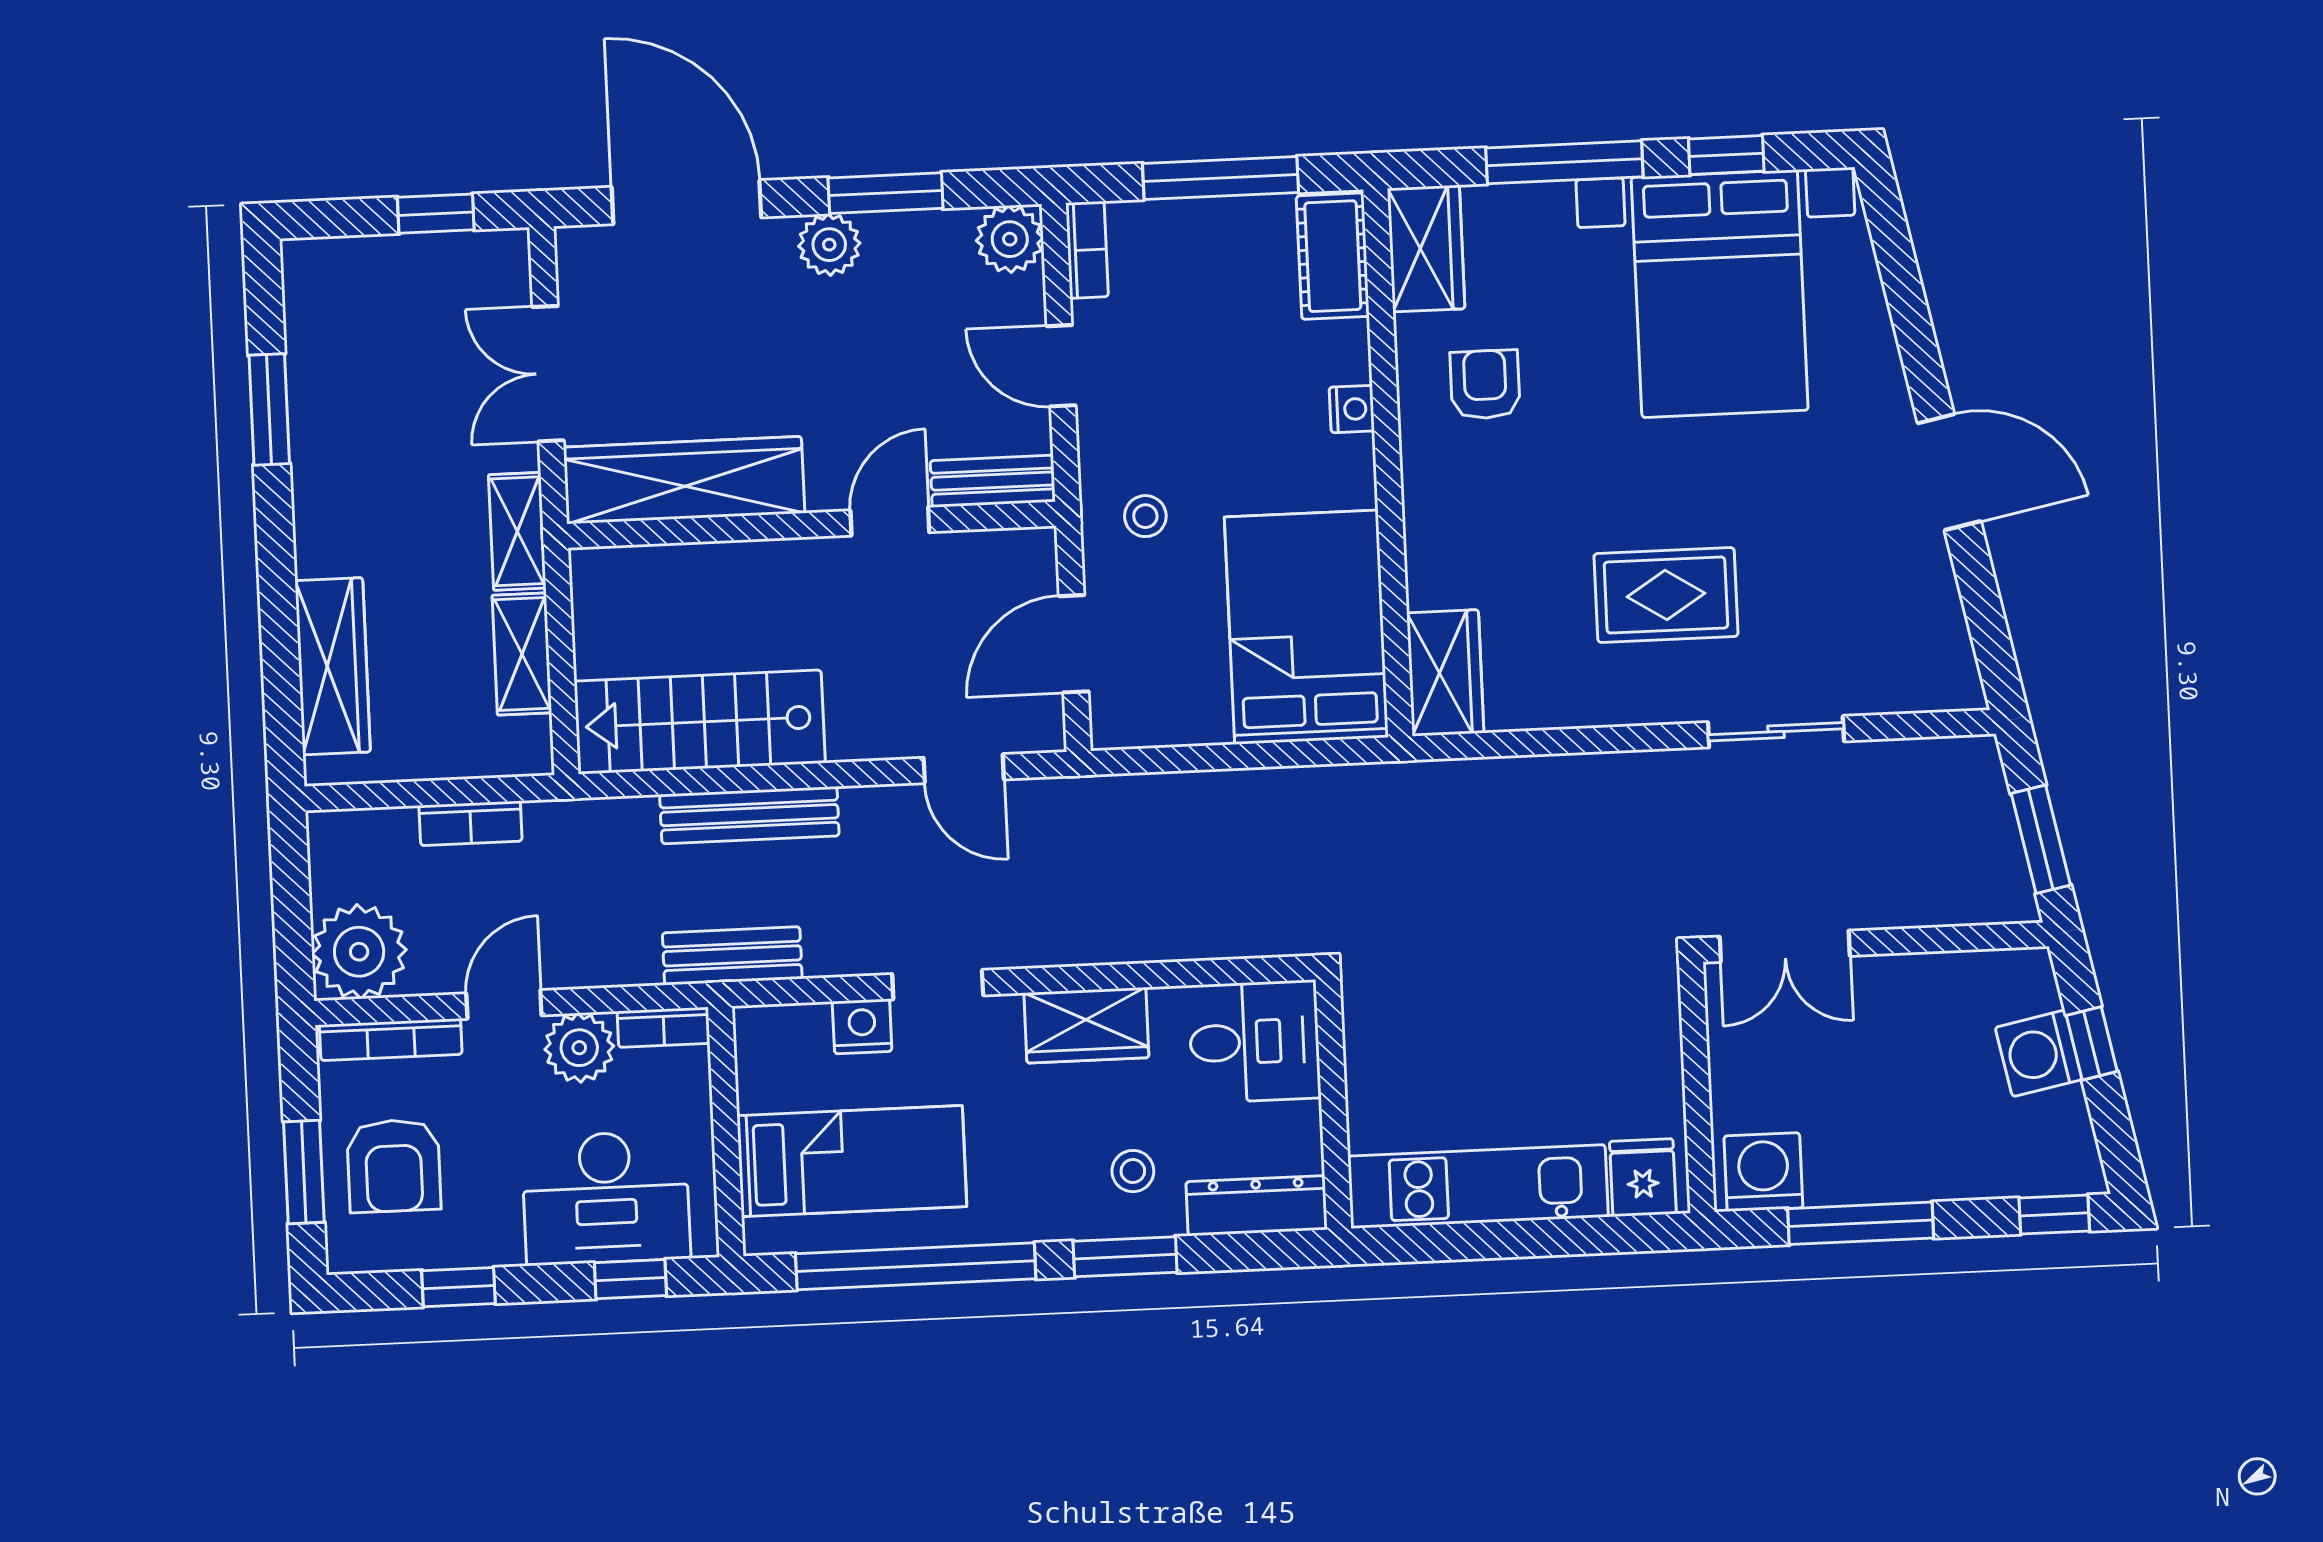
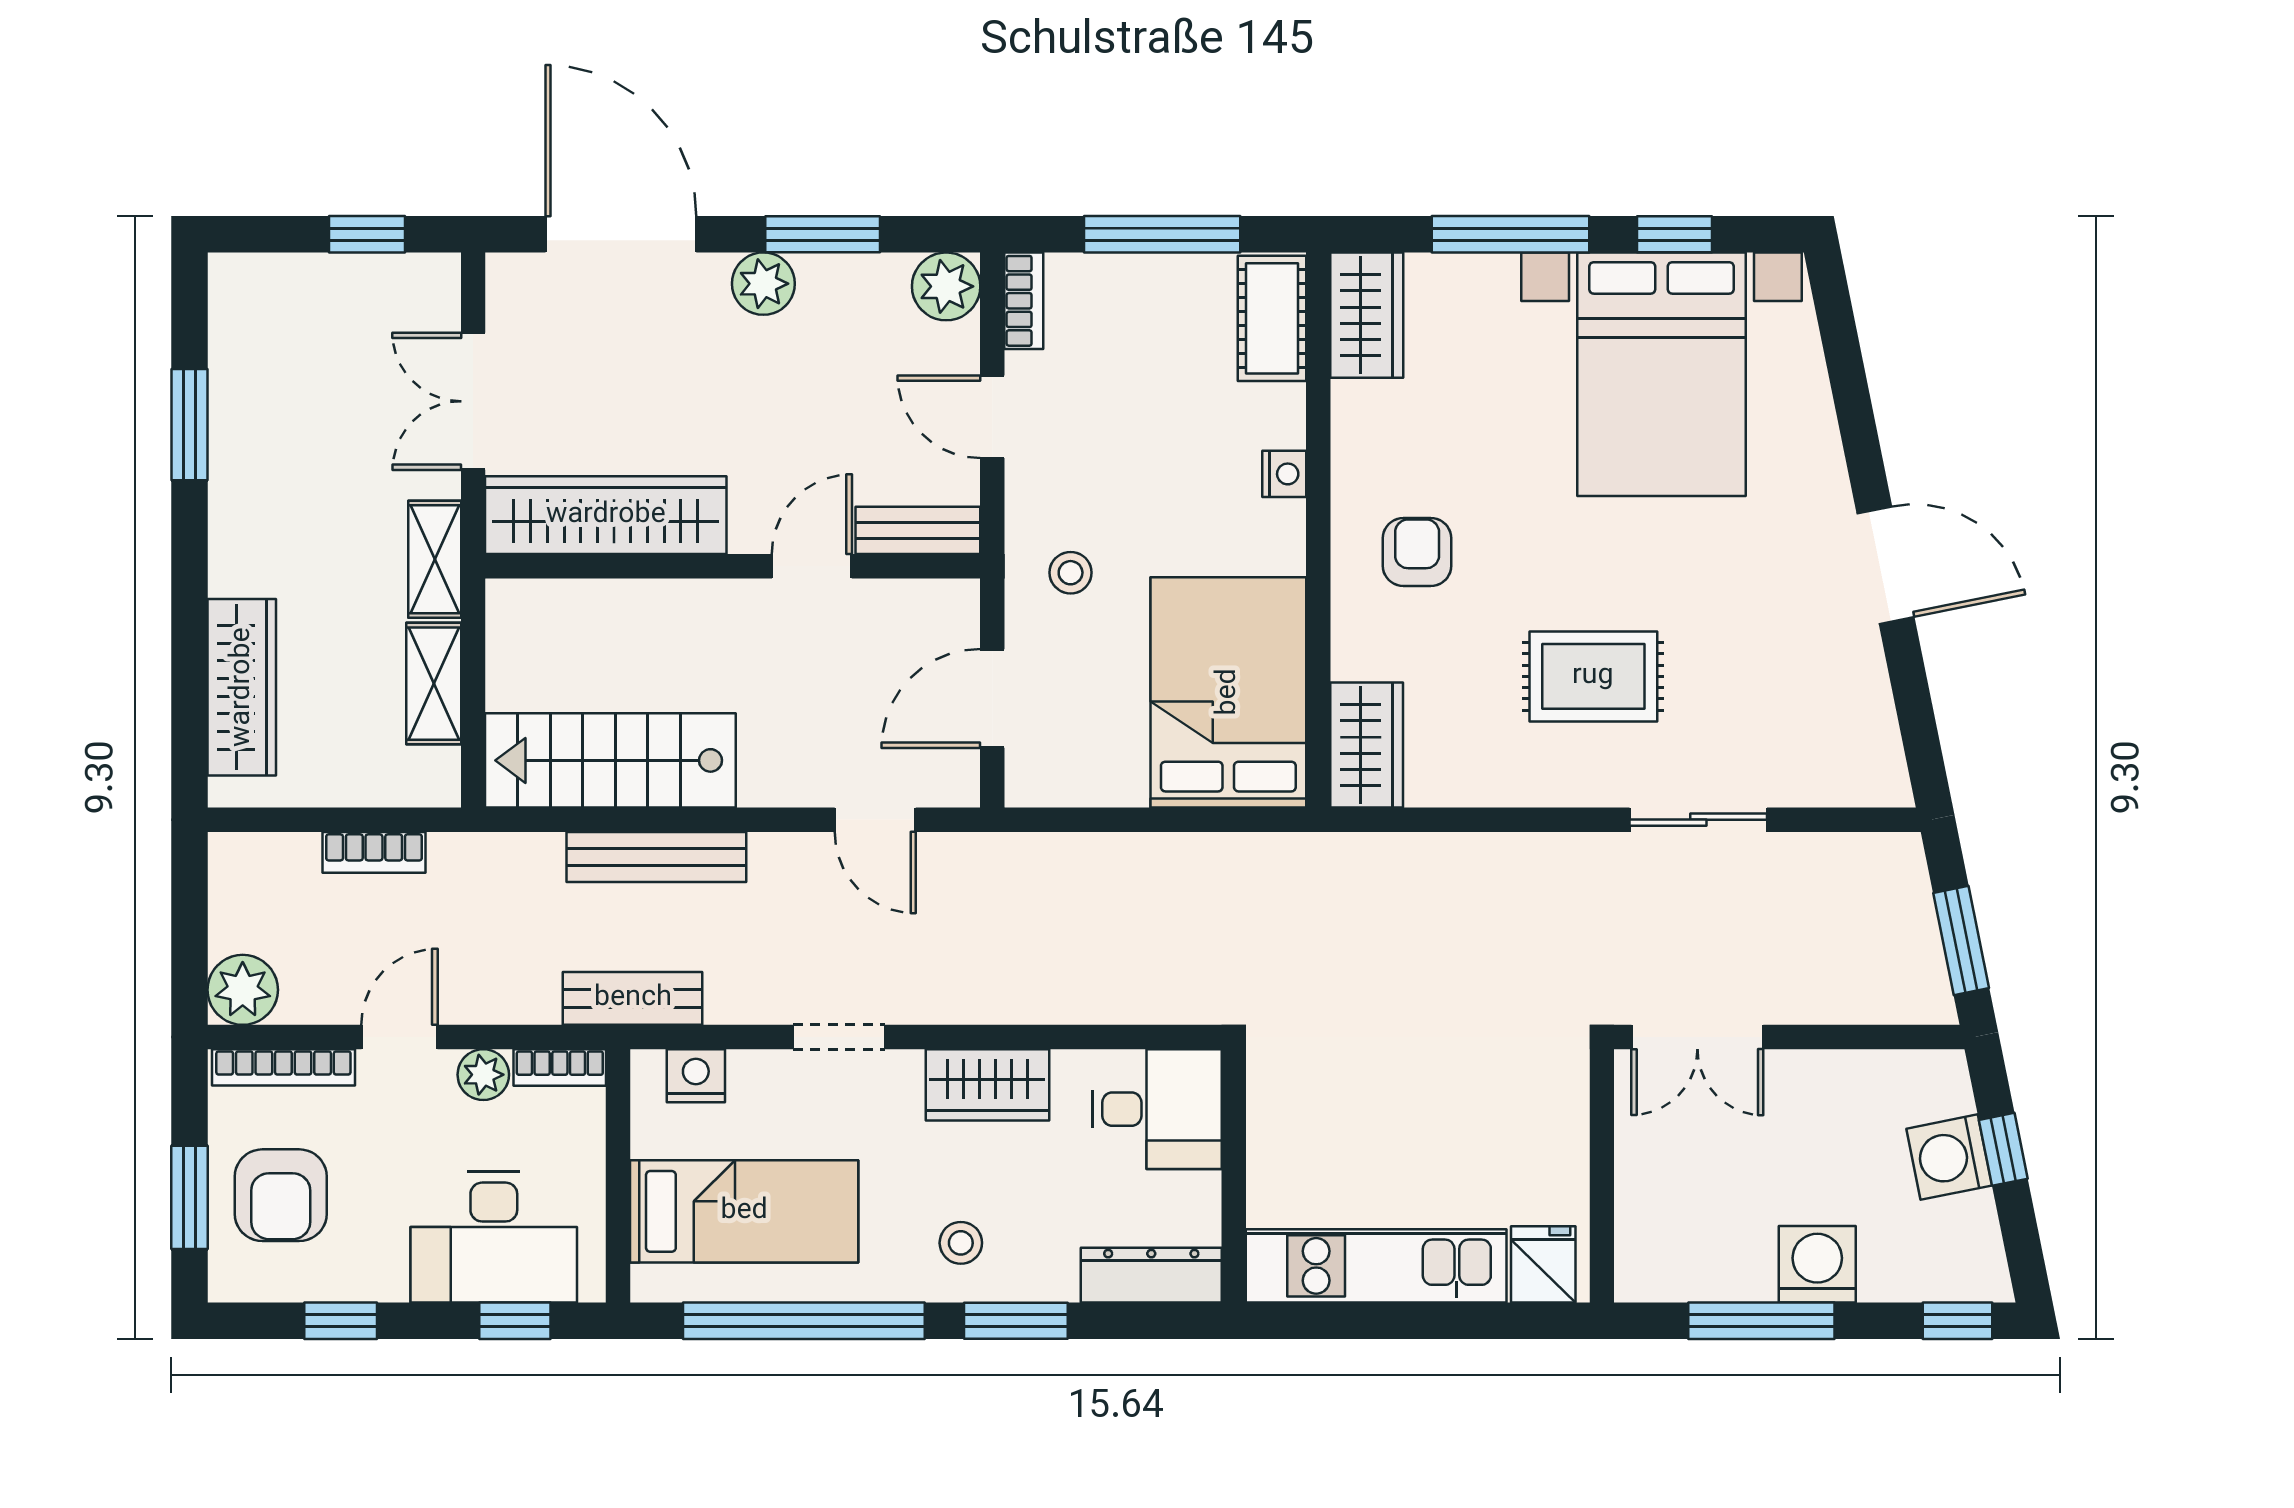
armchair: (1485, 384) -> (1417, 552), moved
plant: (359, 952) -> (243, 990), width x0.73, depth x0.73
nightstand: (862, 1026) -> (696, 1076), moved
plant: (579, 1048) -> (483, 1075), width x0.73, depth x0.73
stool: (1133, 1171) -> (961, 1243), moved
washing machine: (1763, 1172) -> (1817, 1264), moved

